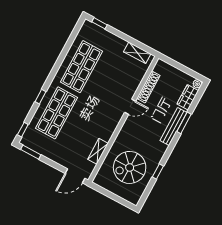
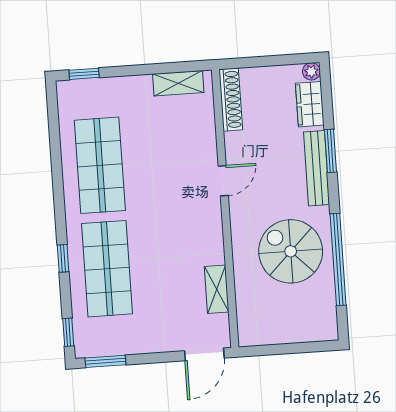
shoe rack: (148, 87) -> (231, 100), moved
spiral stairs: (130, 167) -> (291, 251), moved, turned 90
window: (158, 171) -> (338, 260), width x3.17

